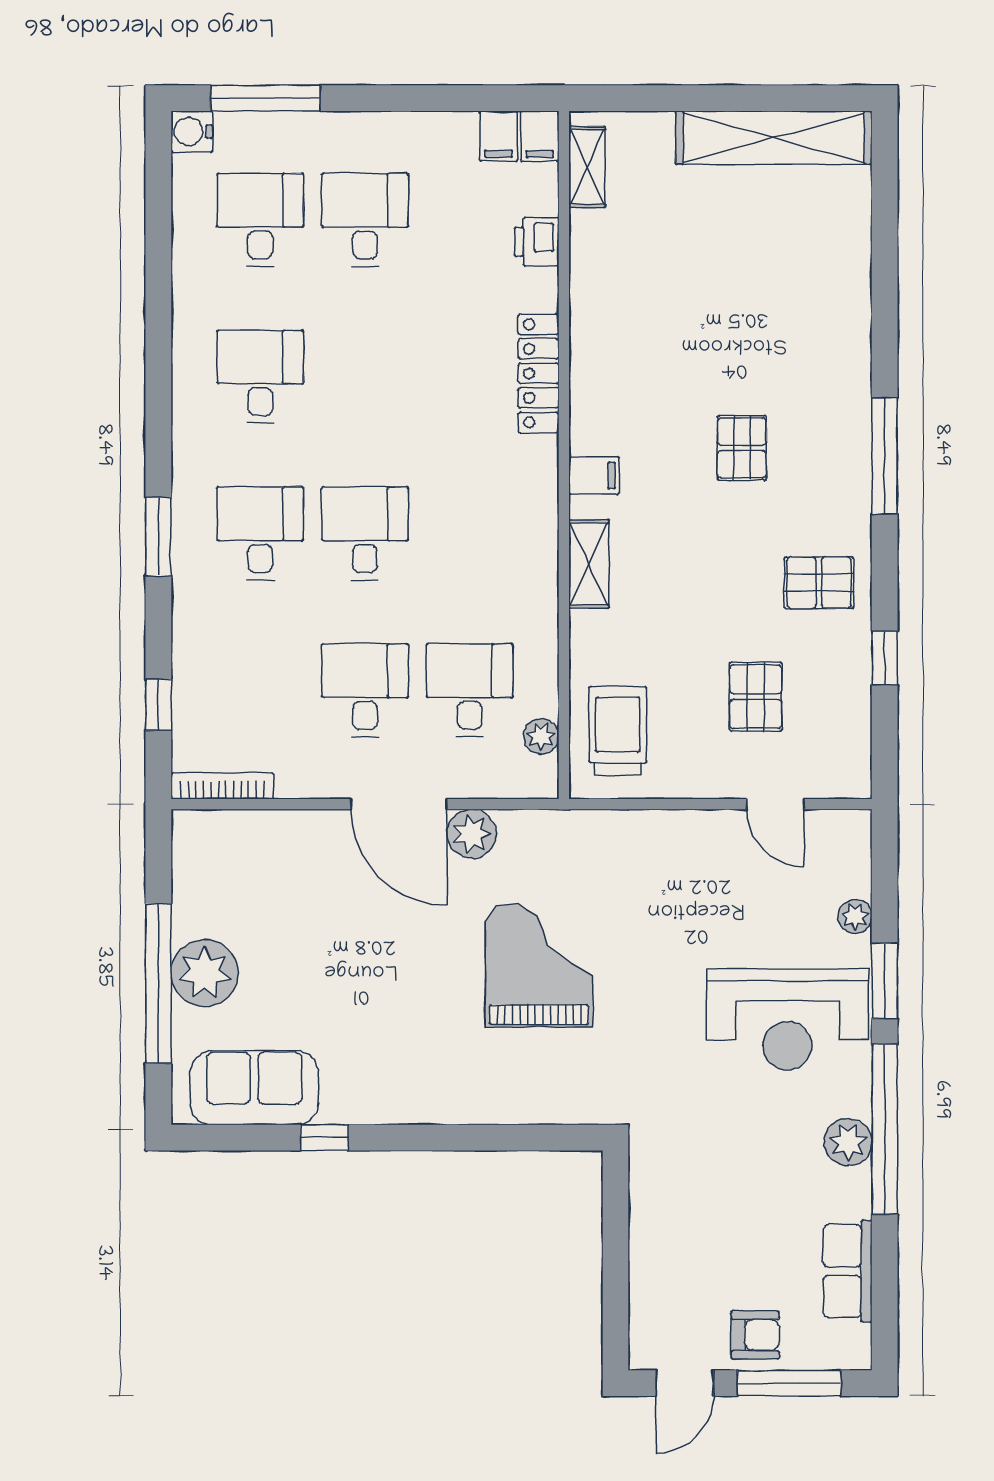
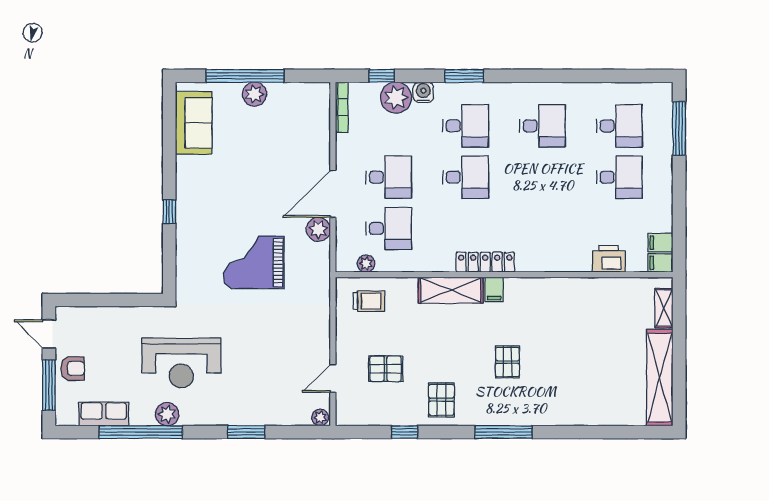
water cooler: (192, 132) -> (423, 92), moved
shelving: (587, 167) -> (664, 308), moved, turned 90
printer: (537, 242) -> (609, 259), width x1.36, depth x1.24
locker: (538, 373) -> (485, 262), moved
pallet: (742, 448) -> (507, 362), turned 90
shelving: (589, 564) -> (451, 290), width x1.50, depth x1.33
plant: (203, 675) -> (396, 98), added
trolley: (618, 731) -> (369, 301), width x0.73, depth x0.72
plant: (855, 917) -> (320, 417), moved
grand piano: (539, 965) -> (254, 262), turned 180
plant: (205, 973) -> (254, 94), width x0.73, depth x0.73
reception desk: (787, 1019) -> (181, 363), moved, turned -90
window: (885, 1129) -> (141, 432), moved
window: (324, 1138) -> (169, 212), moved
armchair: (755, 1335) -> (73, 368), turned -90

